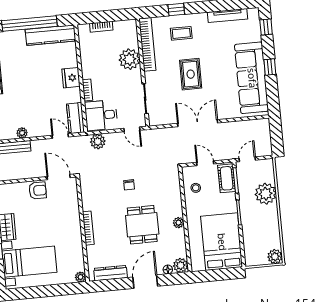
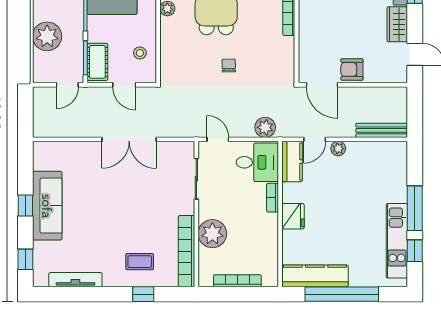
bookcase: (101, 27) -> (237, 281), width x1.56
rug: (191, 74) -> (132, 206), removed
sofa: (252, 78) -> (47, 206), width x0.74, depth x0.79
plant: (22, 133) -> (338, 149), moved
door: (60, 136) -> (315, 139), hinge flipped

